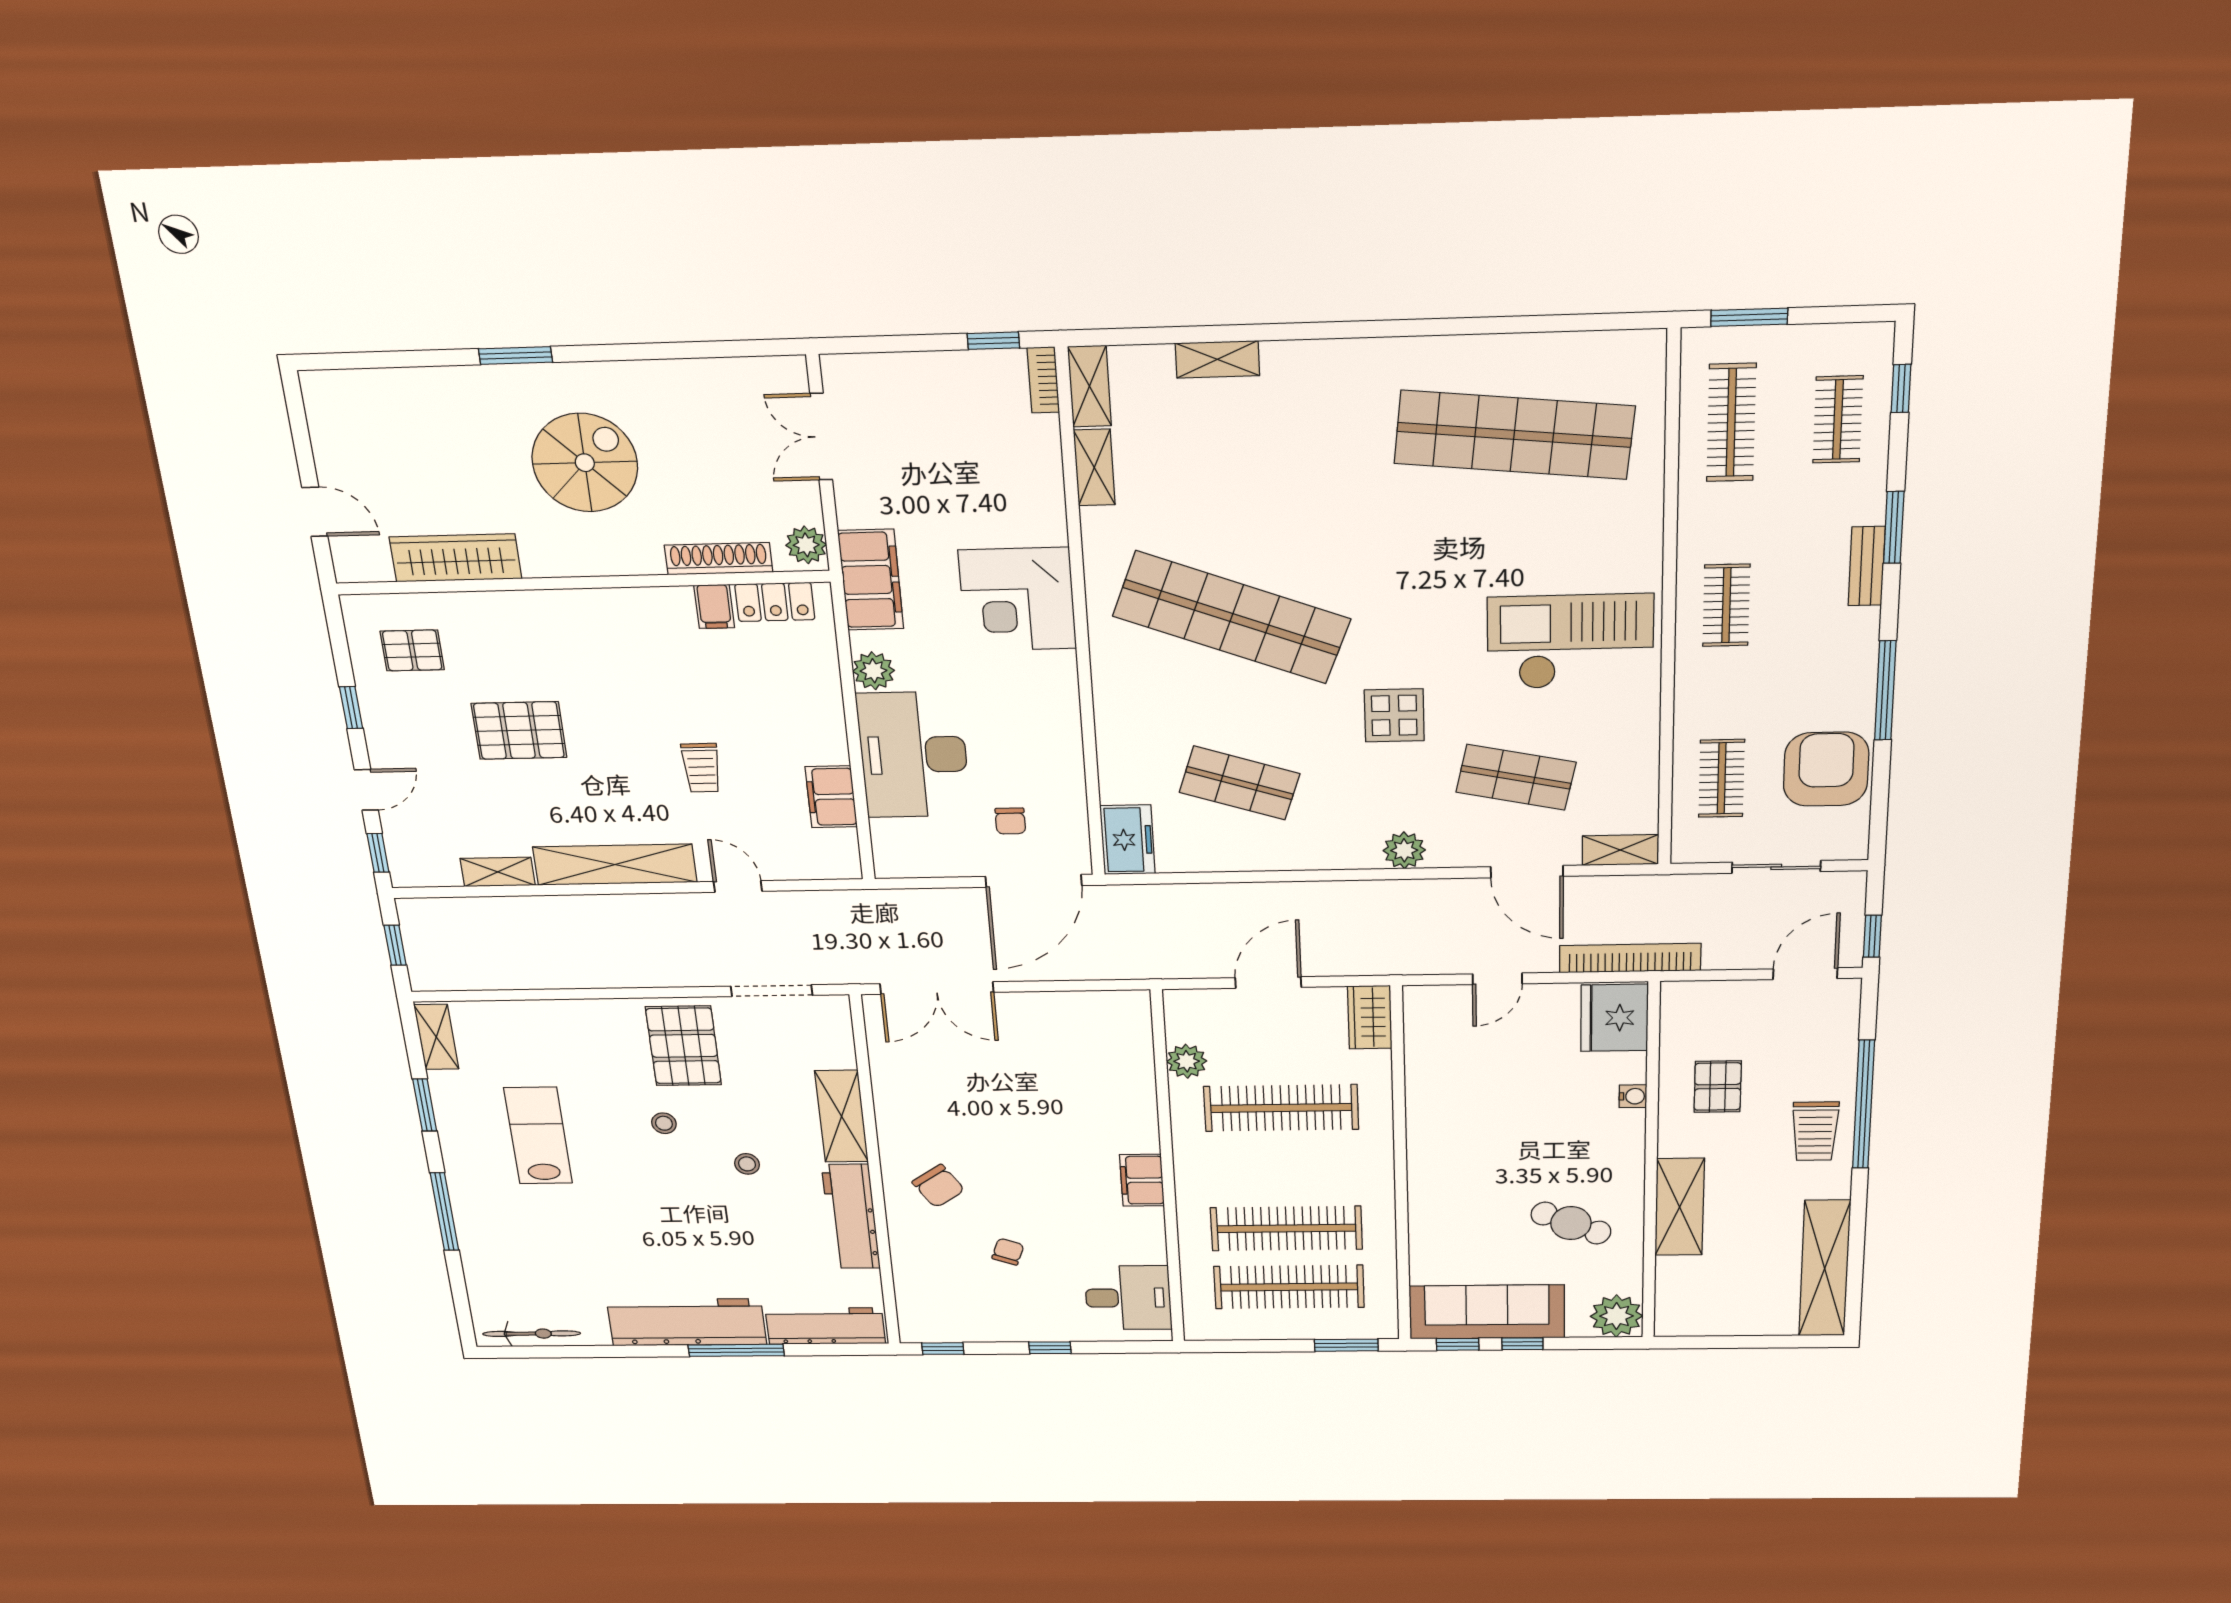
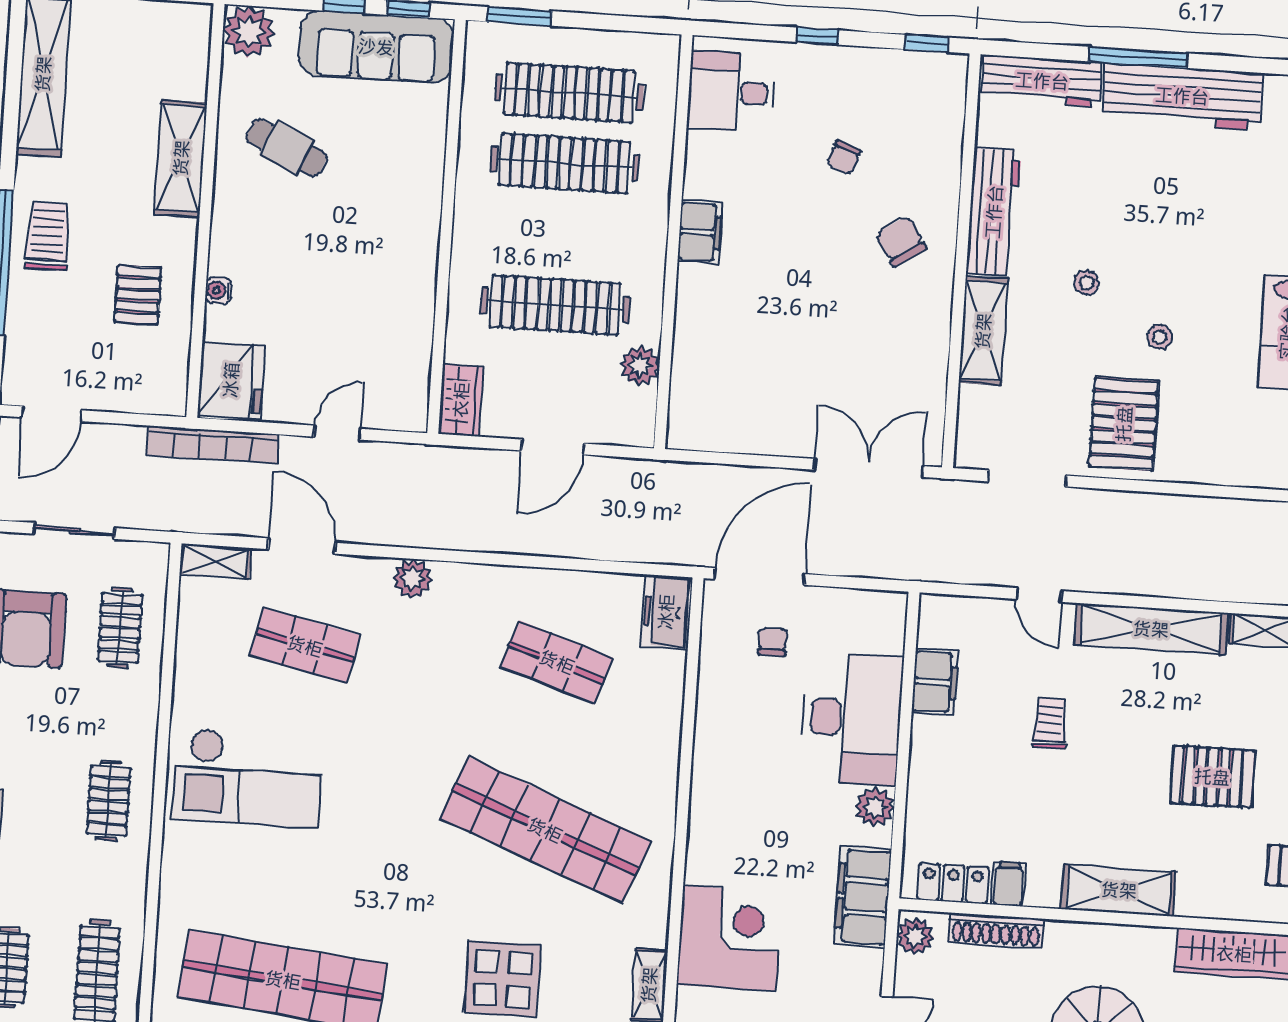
corner desk: (1017, 599) -> (729, 938), moved
shelving: (594, 611) -> (1119, 890), added
display table: (1394, 715) -> (503, 979), moved, width x1.36, depth x1.36

